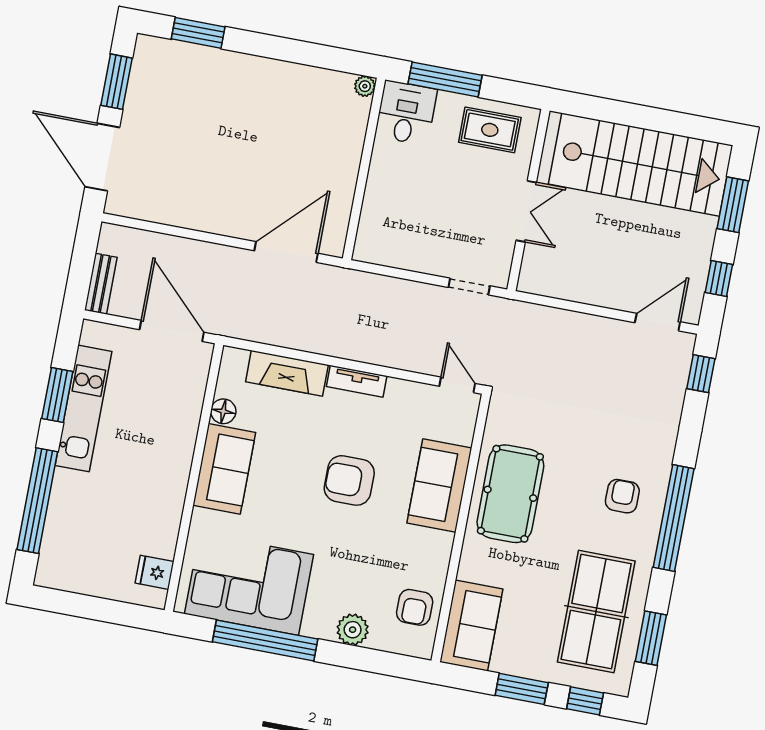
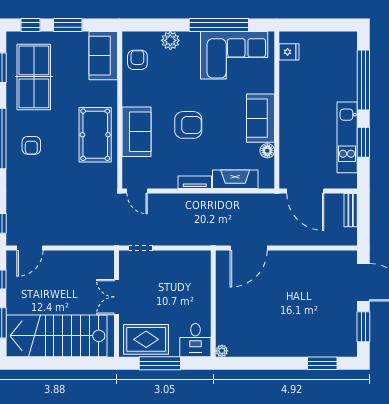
window: (445, 80) -> (160, 363), moved
rug: (490, 130) -> (146, 339), width x1.36, depth x1.43

